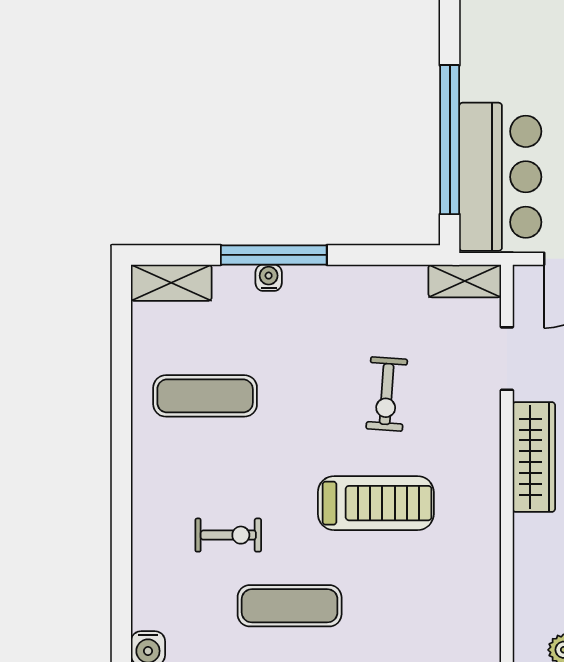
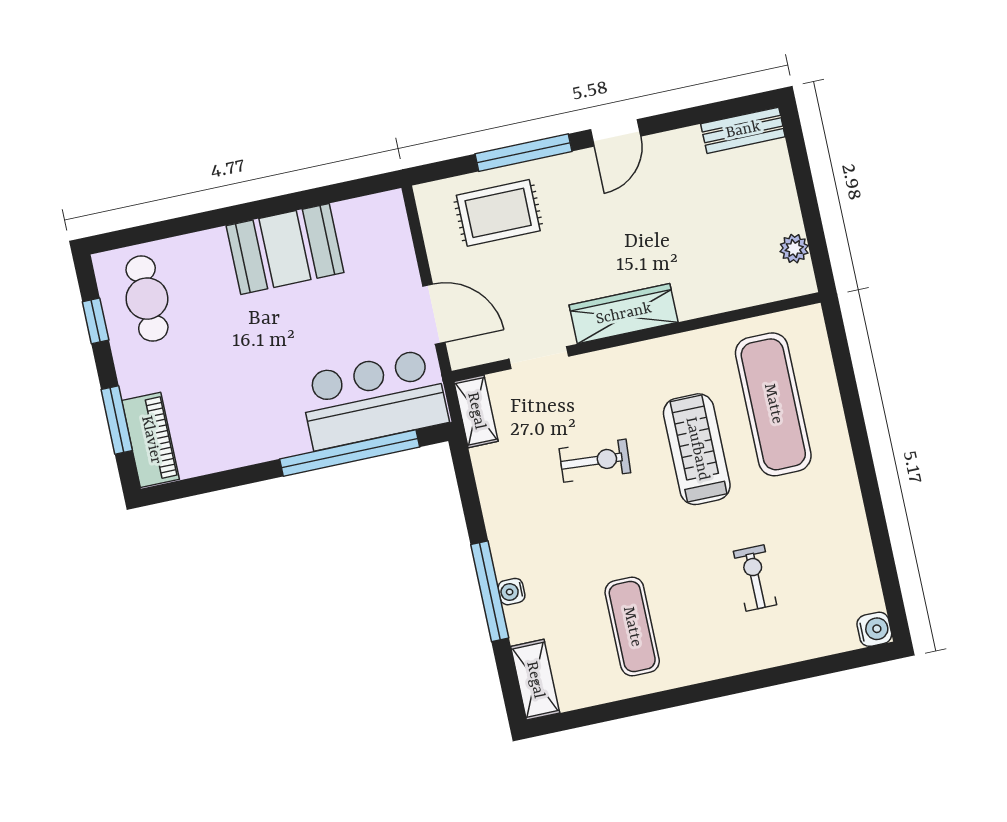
exercise mat: (290, 606) -> (773, 404), moved, width x1.36, depth x1.45

